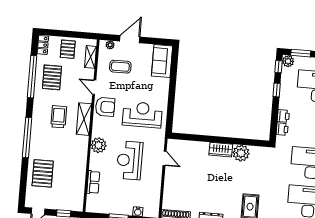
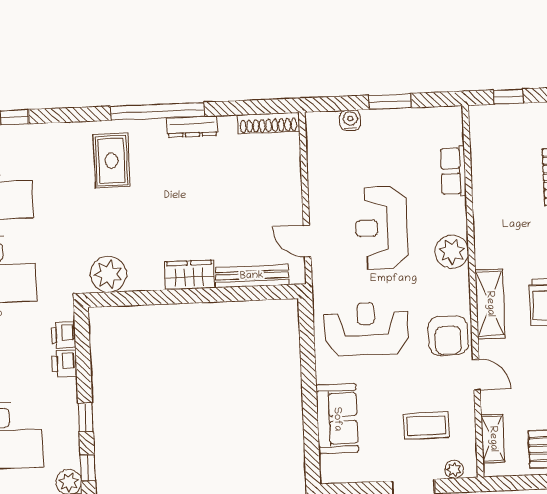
sofa: (162, 61) -> (337, 419), moved
armchair: (105, 107) -> (448, 335), turned -90
reception desk: (142, 115) -> (366, 329), turned 180
bench: (192, 145) -> (252, 276), added
plant: (241, 153) -> (108, 274), moved
reception desk: (130, 160) -> (381, 228), turned 180

